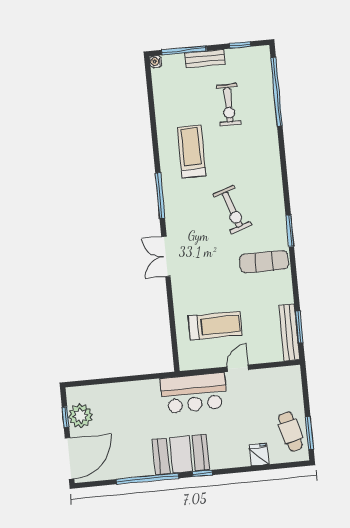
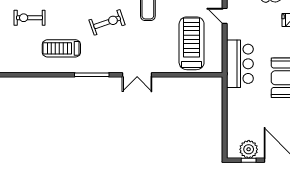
exercise bike: (229, 105) -> (29, 18), turned 180
treadmill: (215, 326) -> (192, 43), width x1.37, depth x1.38
door: (238, 368) -> (225, 16), moved

